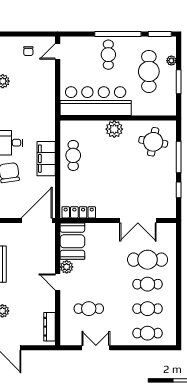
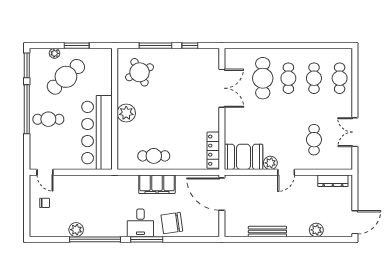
cafe table: (149, 71) -> (66, 77), turned -42
round table: (153, 142) -> (140, 72), turned -36

